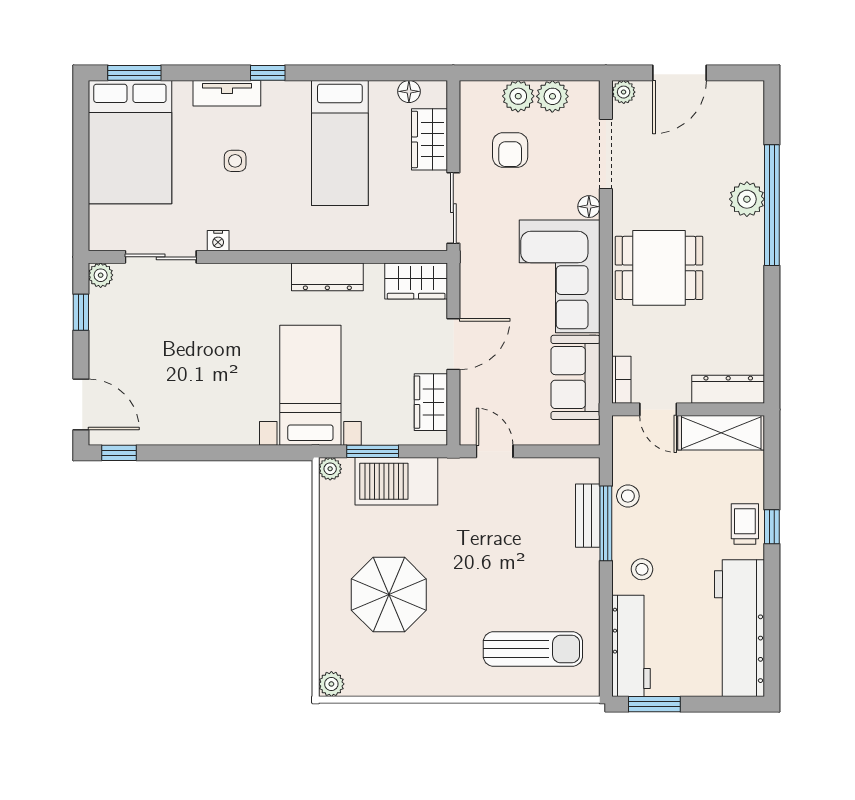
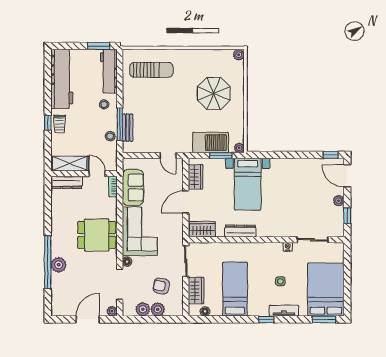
armchair: (510, 150) -> (161, 286), turned -79
plant: (101, 275) -> (339, 201), moved
sun lounger: (533, 649) -> (151, 70), turned 180

